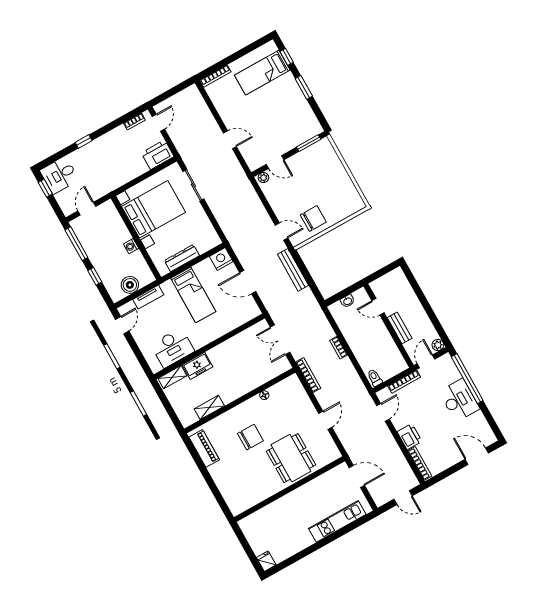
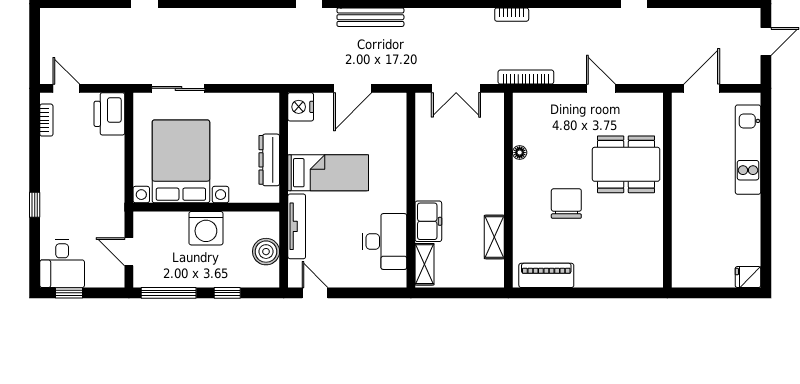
washing machine: (131, 246) -> (206, 228), width x1.89, depth x1.89
tv unit: (148, 297) -> (297, 226), width x1.41

